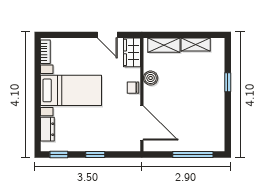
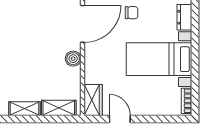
boiler: (151, 78) -> (73, 59), moved
chair: (133, 88) -> (131, 13), moved
door: (142, 123) -> (82, 24), swing flipped

